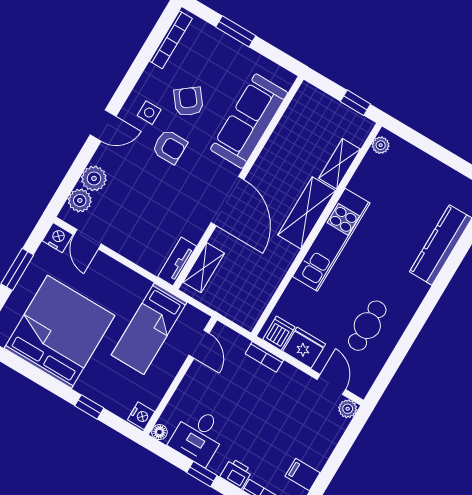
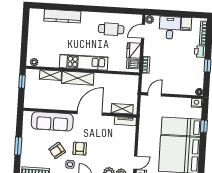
bed: (149, 329) -> (181, 127), moved, turned 180
desk: (198, 436) -> (170, 28), moved, turned -90

